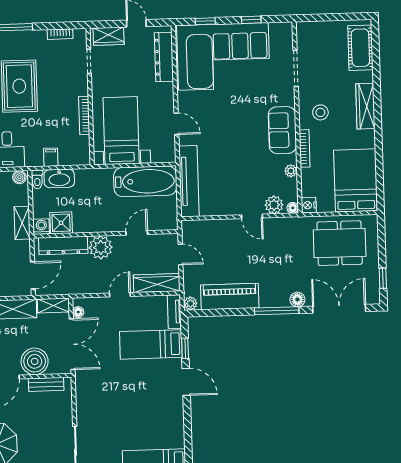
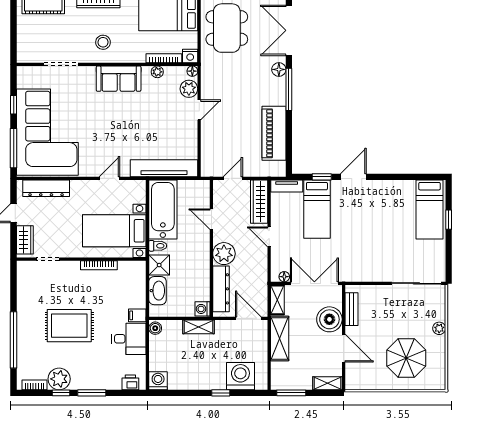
window: (205, 21) -> (14, 148), width x2.17
bookcase: (60, 34) -> (21, 286), removed
bookcase: (305, 148) -> (164, 58), moved
filing cabinet: (51, 157) -> (137, 315), moved
toilet: (37, 179) -> (158, 246), moved
shower: (61, 223) -> (159, 265), moved
plant: (190, 303) -> (279, 171), removed

